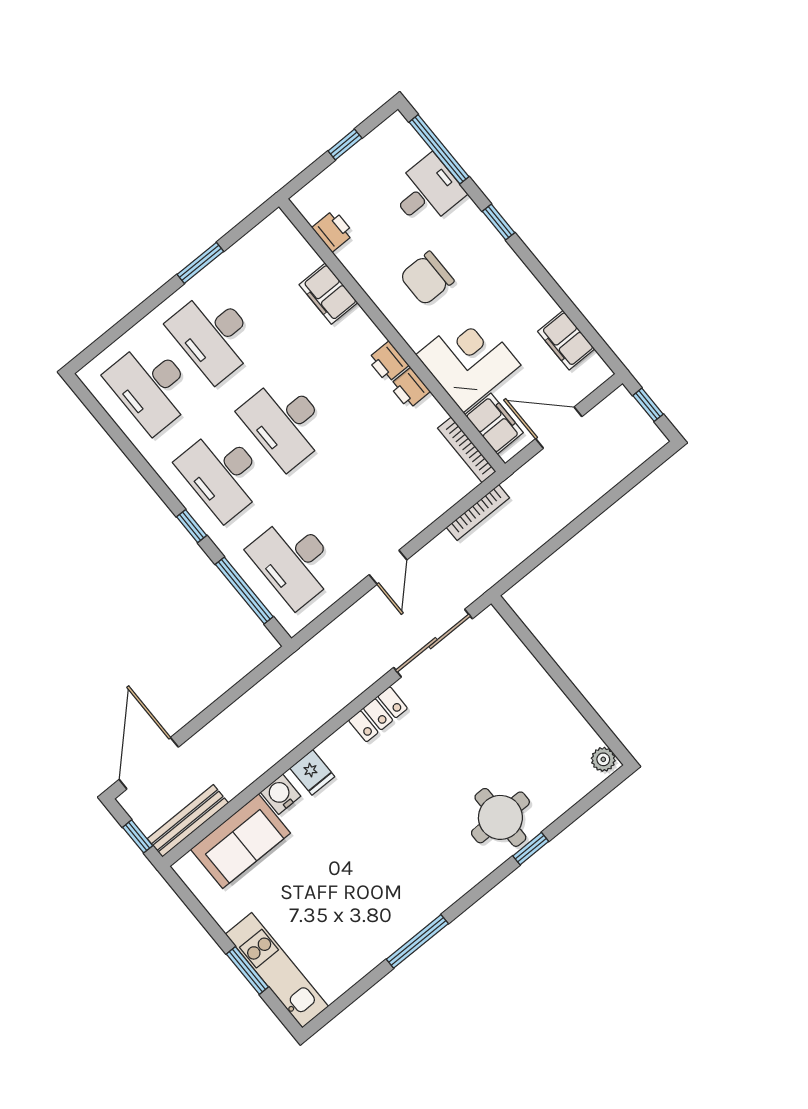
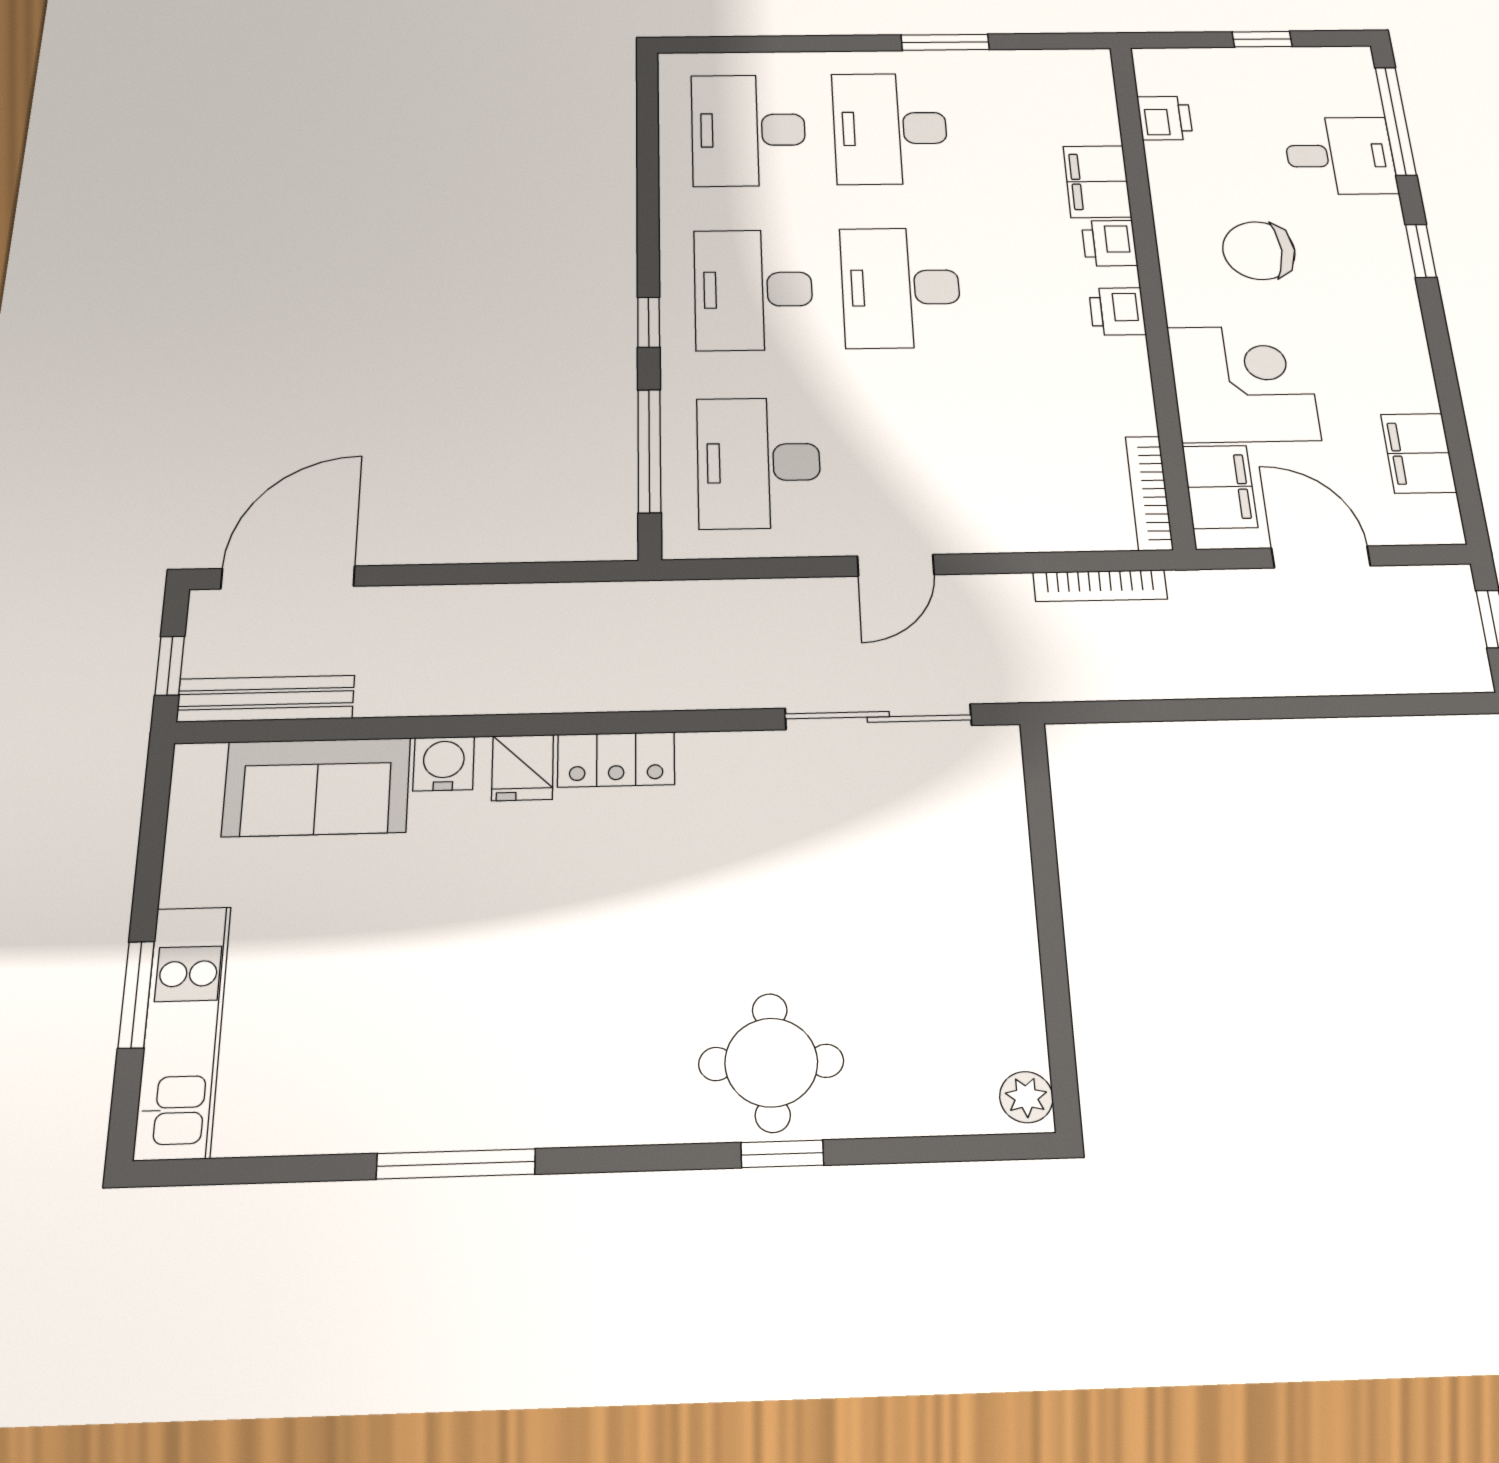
printer: (410, 388) -> (1109, 243), moved
locker: (378, 714) -> (616, 759), moved

